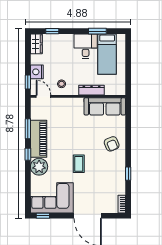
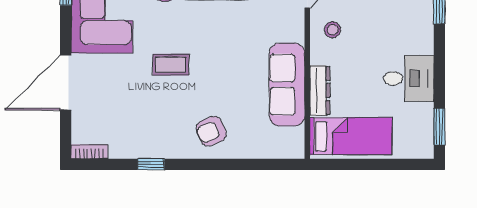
window: (97, 31) -> (439, 127), moved
bed: (107, 54) -> (351, 136), moved, turned 180
sofa: (105, 106) -> (287, 85), moved

